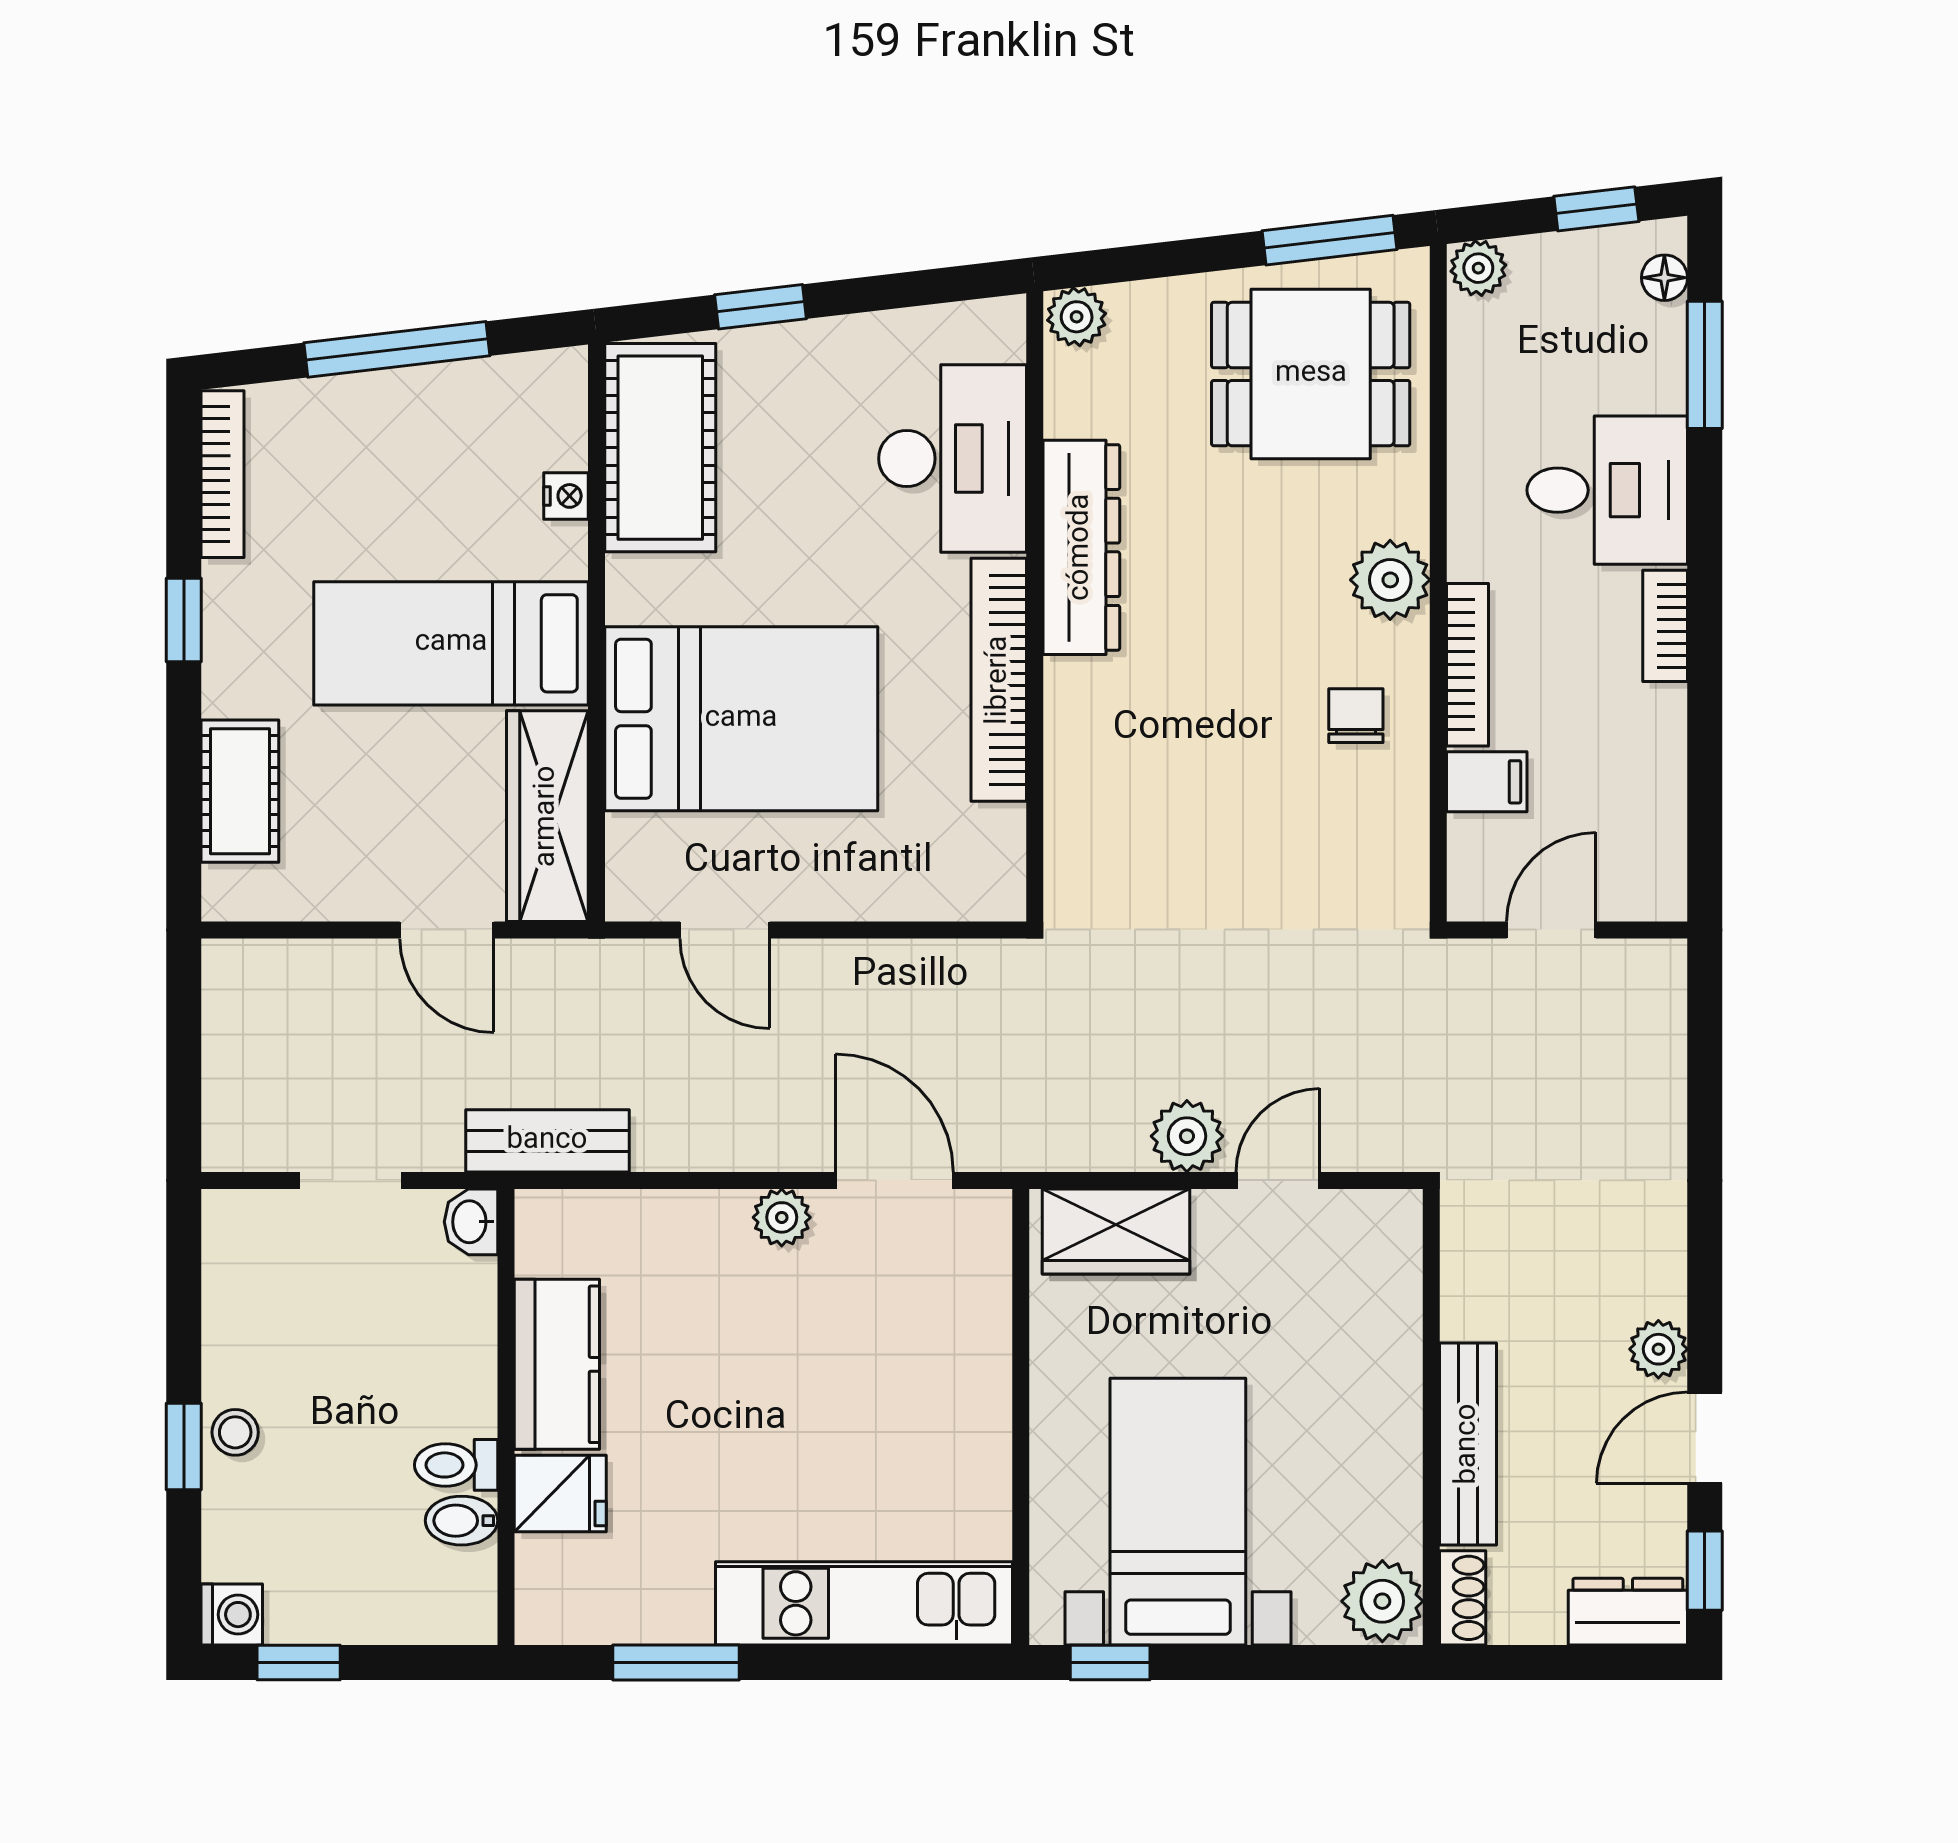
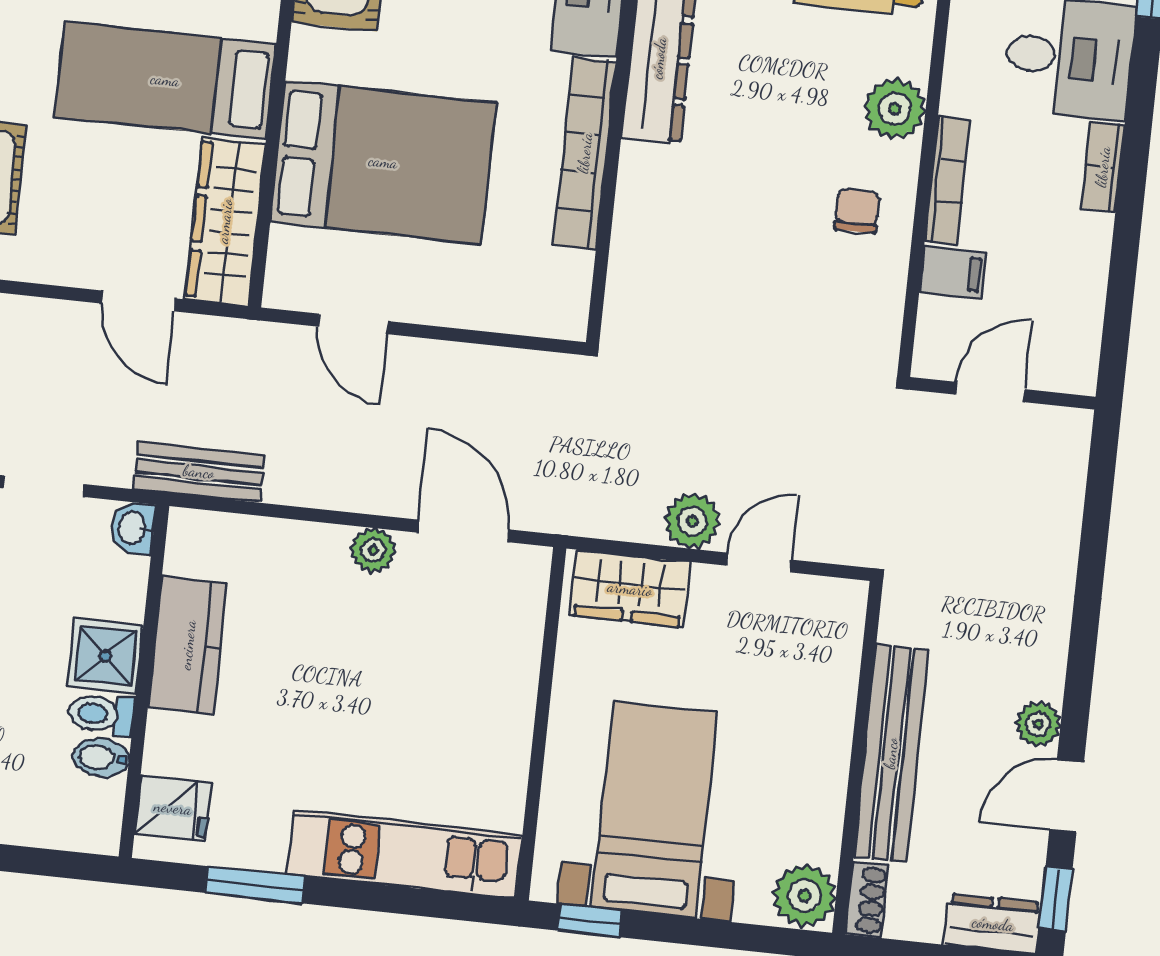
shower: (453, 1389) -> (106, 656), added
bench: (1468, 1444) -> (891, 753), width x1.37, depth x1.21
fridge: (560, 1493) -> (173, 808), moved

